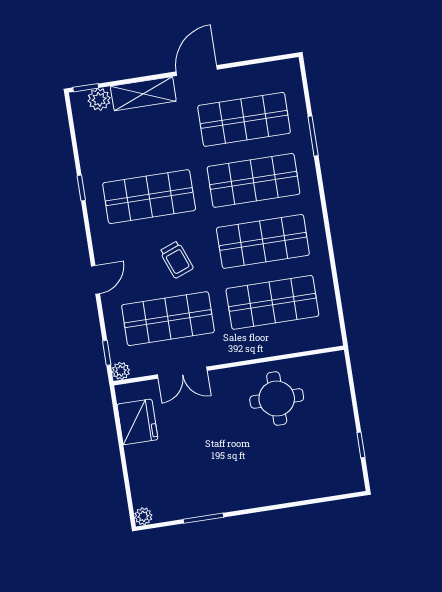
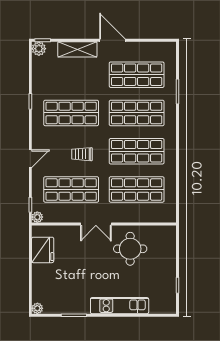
door: (197, 70) -> (112, 40), hinge flipped
plant: (99, 99) -> (39, 49), moved
trolley: (176, 260) -> (82, 154), turned 111
double door: (182, 373) -> (96, 224), moved
kitchen unit: (274, 492) -> (120, 306), added

